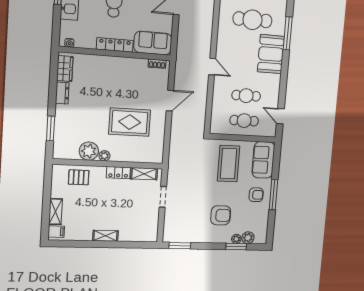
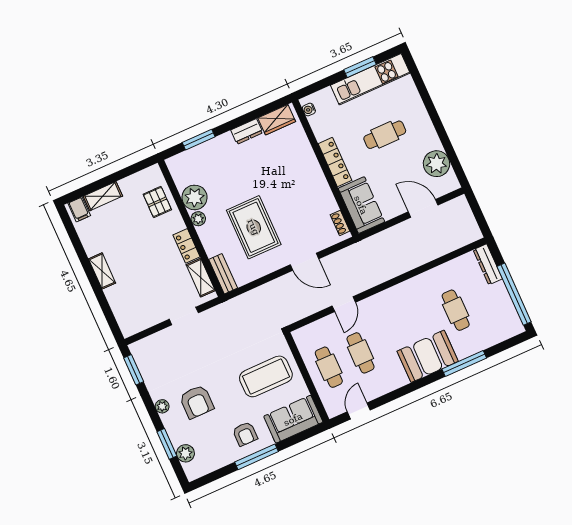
cafe table: (252, 20) -> (456, 310), width x0.73, depth x0.74
door: (212, 67) -> (344, 304), moved
bench: (149, 158) -> (223, 274), added
plant: (236, 239) -> (162, 406), moved

